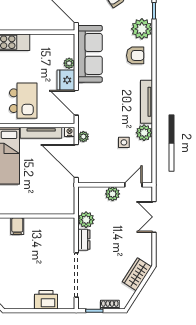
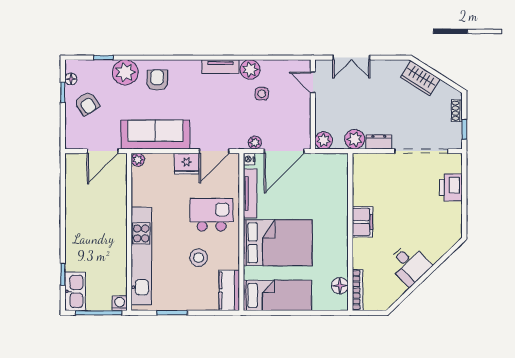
plant: (69, 63) -> (138, 160), moved
tv unit: (146, 102) -> (220, 67), width x0.71
plant: (113, 194) -> (324, 140), moved
filing cabinet: (17, 226) -> (362, 222), width x2.00

